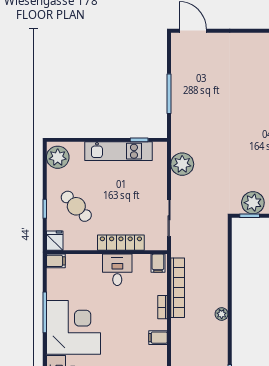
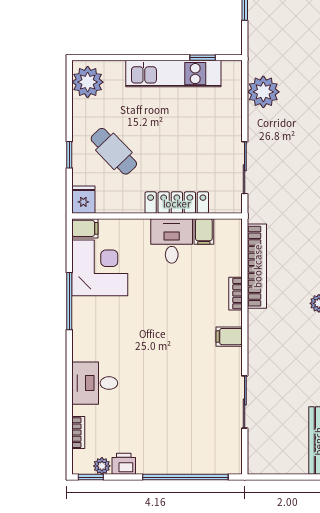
filing cabinet: (158, 263) -> (204, 232), moved
corner desk: (73, 327) -> (100, 268), moved, width x0.74, depth x0.74

